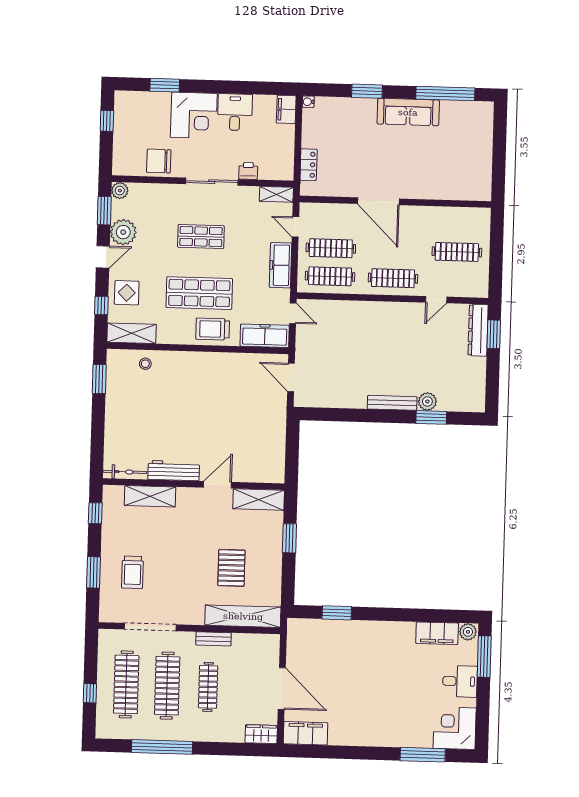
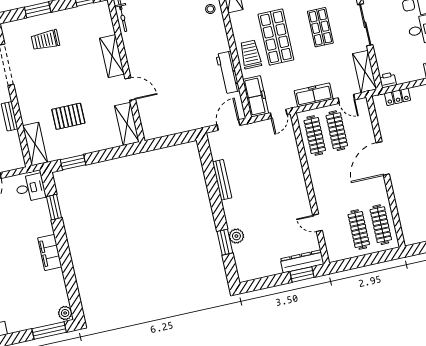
printer: (248, 171) -> (388, 80), moved, turned -90
shelving: (276, 194) -> (365, 71), width x1.50, depth x1.33
door: (295, 227) -> (346, 99), swing flipped
clothes rail: (393, 278) -> (381, 225), moved
bench: (392, 403) -> (222, 180), moved
workbench: (174, 471) -> (228, 72), moved, turned 180
shelving: (150, 496) -> (112, 56), moved
window: (289, 538) -> (73, 162), moved
shelving: (243, 616) -> (35, 144), width x0.68
filing cabinet: (437, 633) -> (50, 252), moved
desk: (460, 681) -> (30, 188), moved, turned -90

